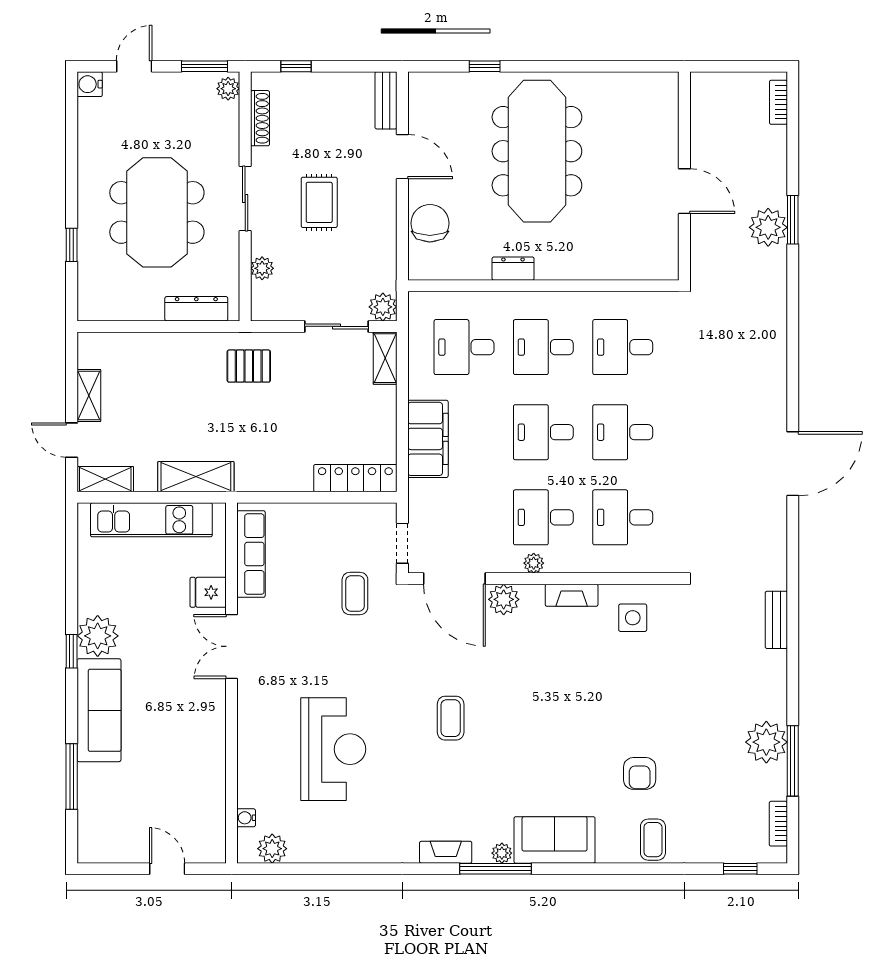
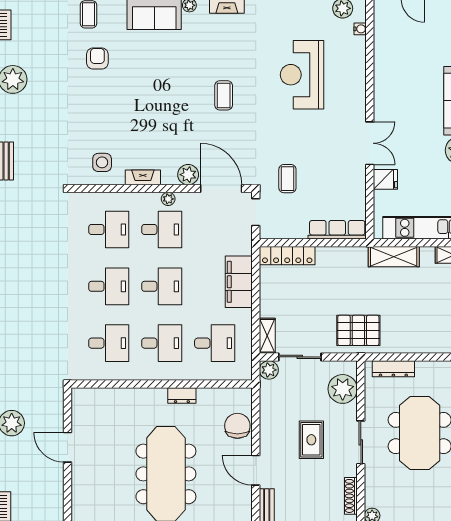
chair: (430, 223) -> (237, 426), turned 180
plant: (262, 268) -> (343, 389), width x1.87, depth x1.87
pallet: (249, 366) -> (358, 330), width x1.50, depth x1.42
row of seats: (251, 554) -> (337, 230), moved, turned 90

